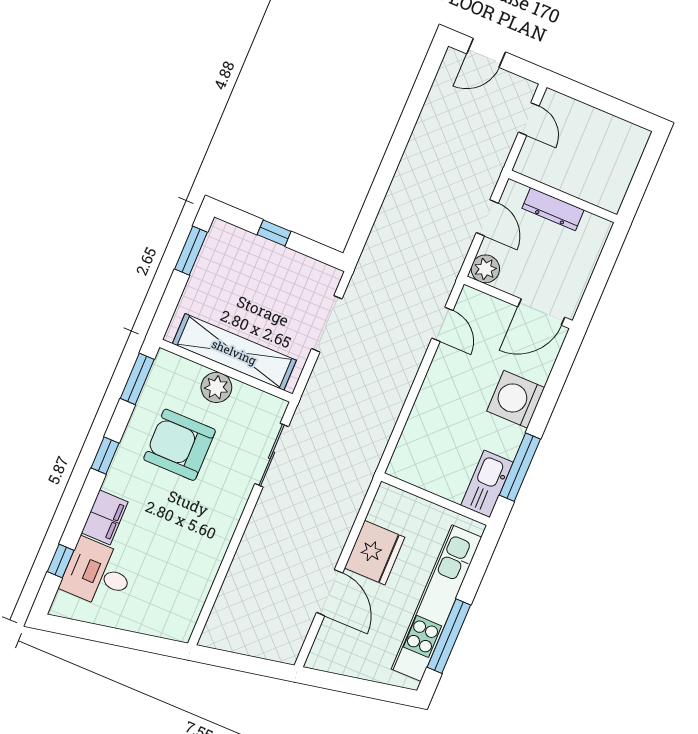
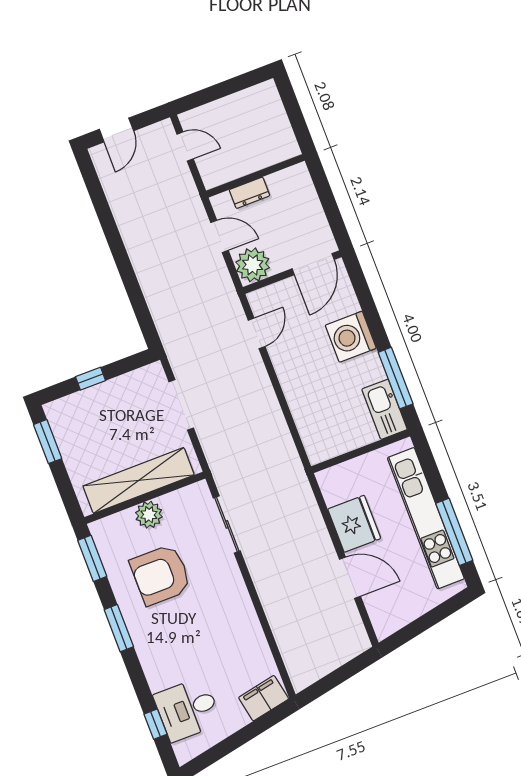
dresser: (553, 209) -> (249, 193), width x0.70
plant: (485, 269) -> (253, 265), width x1.36, depth x1.36
door: (442, 324) -> (257, 333), hinge flipped
window: (105, 456) -> (119, 628), width x1.50
filing cabinet: (105, 517) -> (264, 698), moved, turned -101

